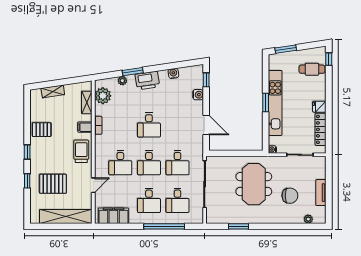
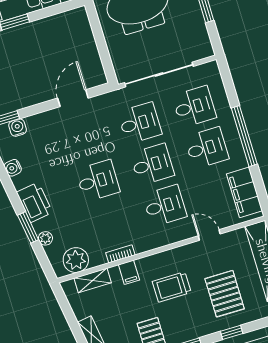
water cooler: (198, 95) -> (18, 128), moved
trolley: (81, 151) -> (172, 287), moved
window: (164, 226) -> (244, 136), moved

